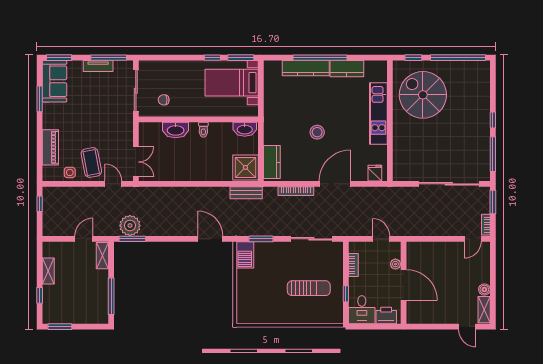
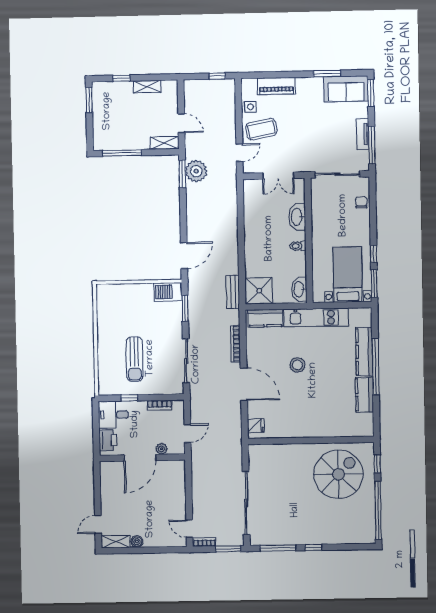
chair: (164, 100) -> (361, 202), moved
kitchen unit: (378, 114) -> (316, 318), moved, turned 180
double door: (136, 162) -> (278, 176), moved

